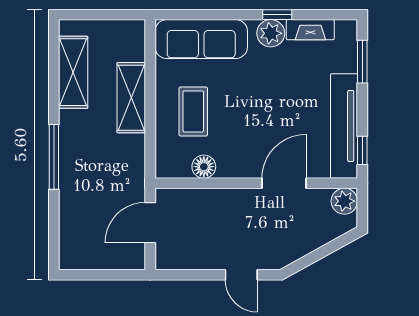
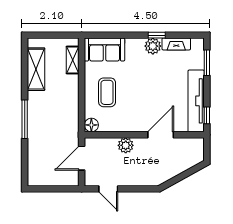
sofa: (201, 39) -> (104, 50), width x0.73
shelving: (131, 98) -> (73, 60), moved, width x0.67, depth x0.75
floor lamp: (204, 167) -> (91, 125), moved
plant: (344, 201) -> (126, 145), moved
door: (241, 275) -> (108, 189), moved

